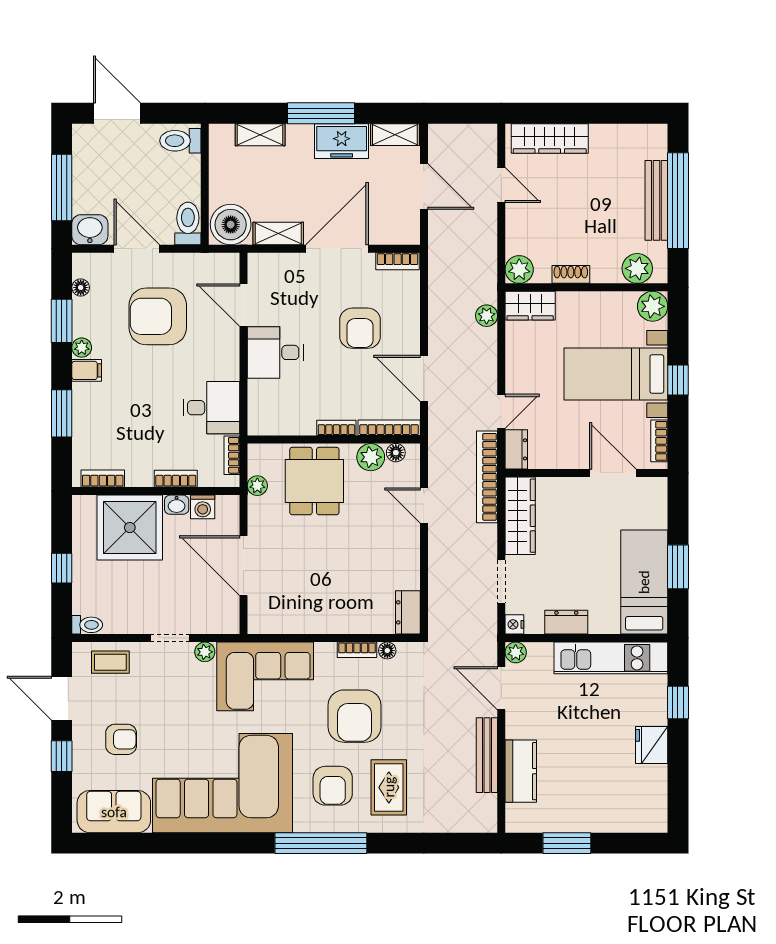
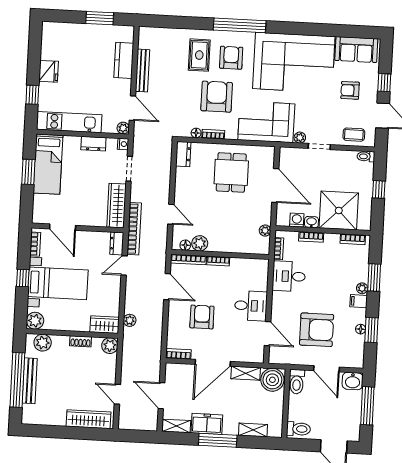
floor lamp: (81, 288) -> (361, 329), moved
plant: (82, 348) -> (362, 288), moved
dining table: (314, 481) -> (231, 172), moved

